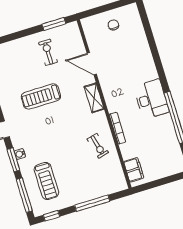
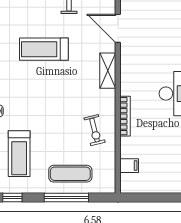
filing cabinet: (134, 170) -> (129, 166), width x0.50
exercise mat: (90, 184) -> (70, 174), added

